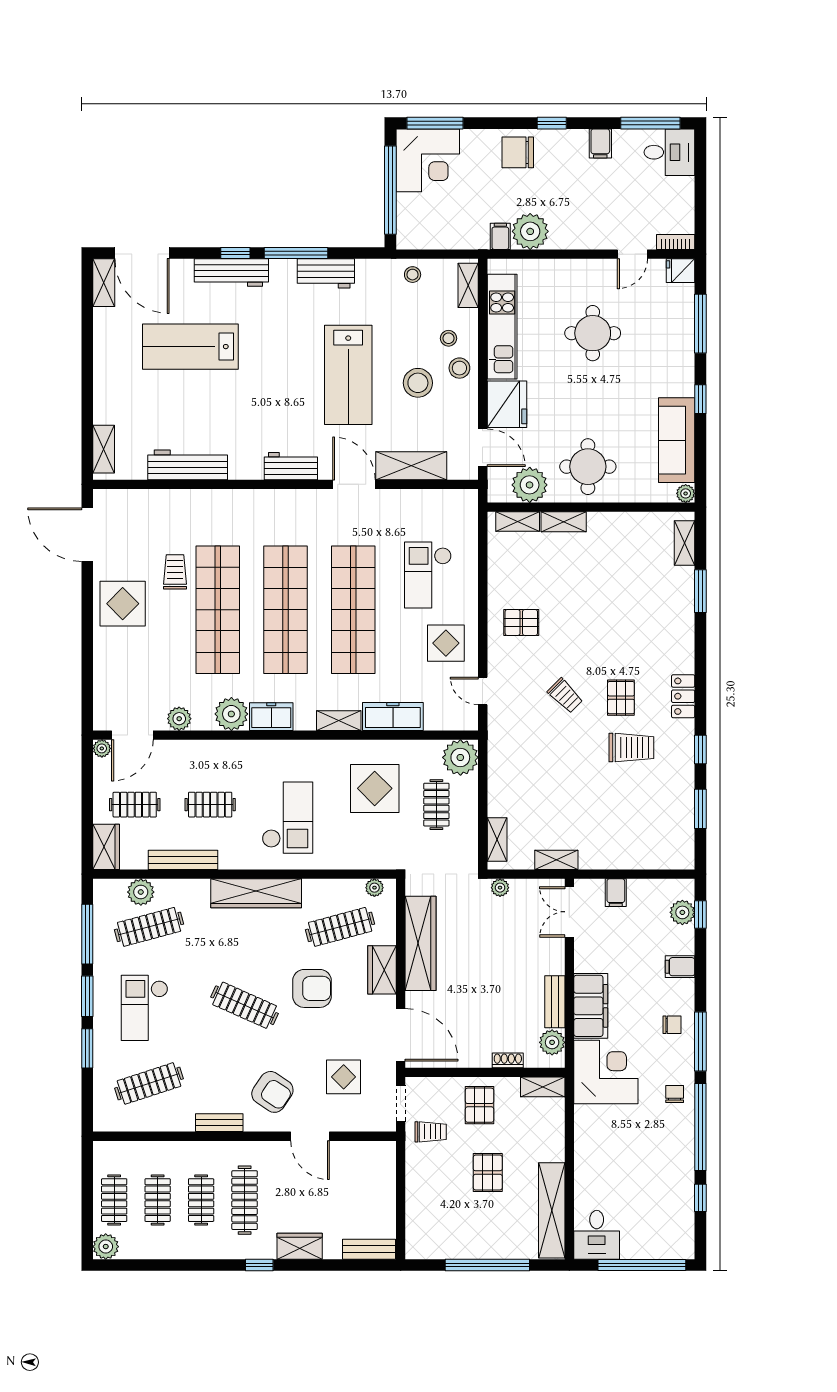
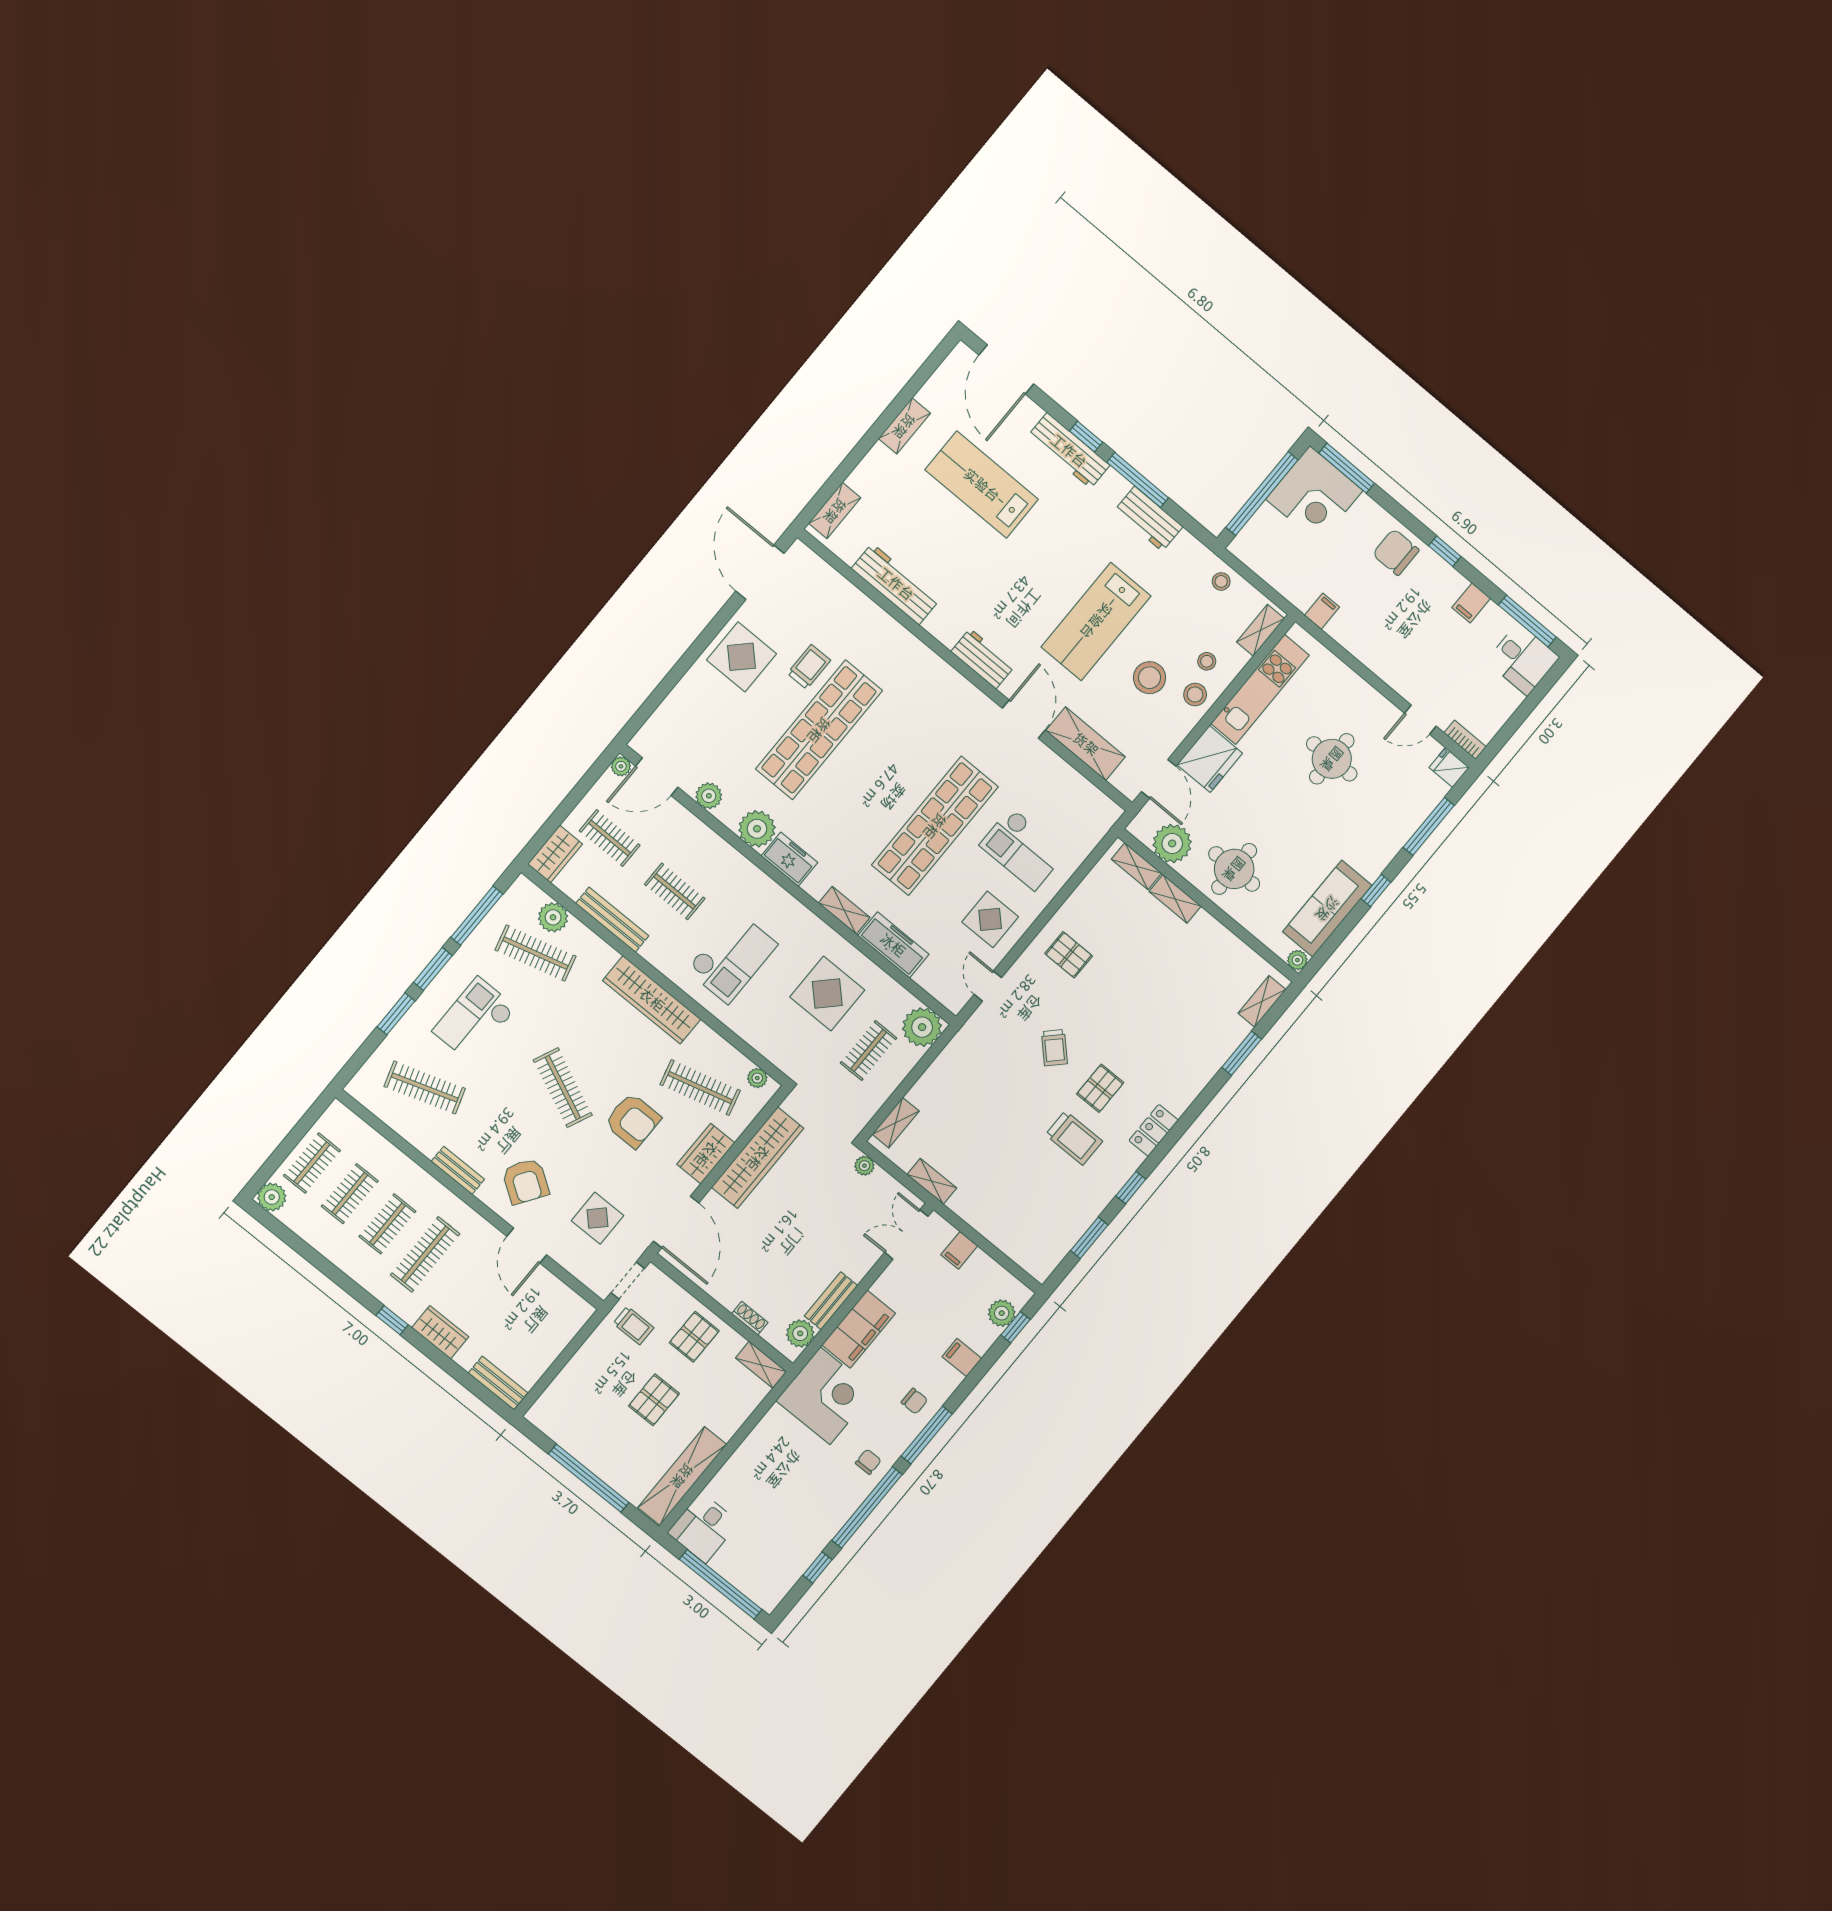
plant: (530, 231) -> (1351, 628), removed
shelving: (104, 283) -> (904, 426), moved
checkout: (428, 575) -> (1023, 849), turned -90
shop shelf: (286, 610) -> (877, 778), removed

